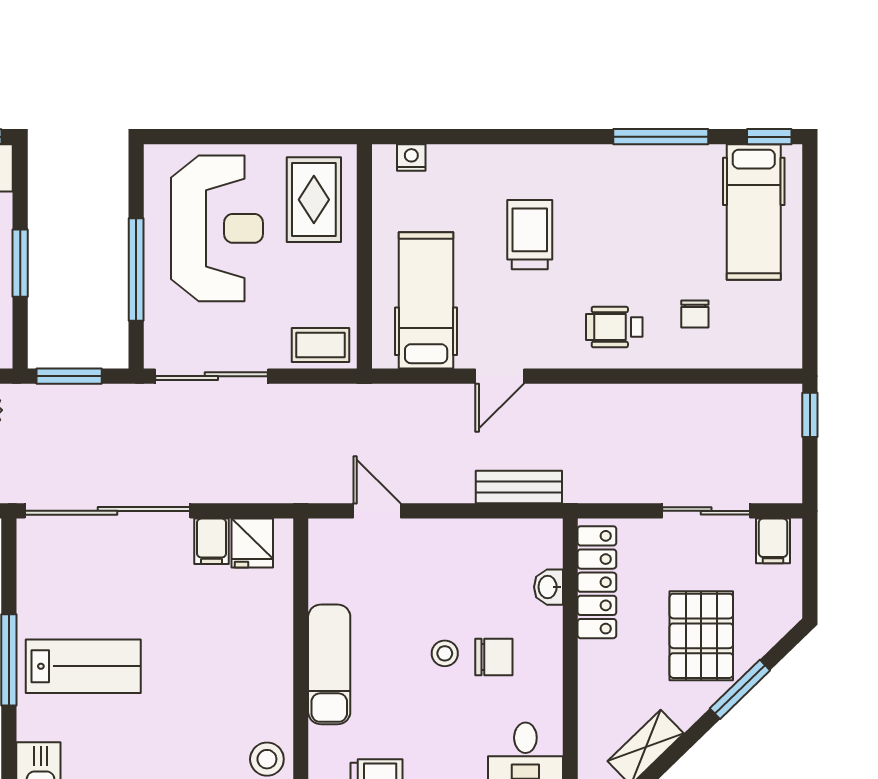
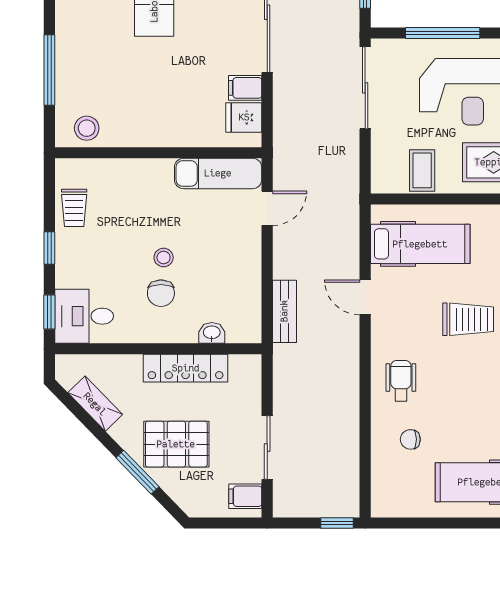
coffee table: (320, 345) -> (422, 170), moved
locker: (597, 582) -> (186, 368), moved
exam couch: (329, 664) -> (218, 173), moved

